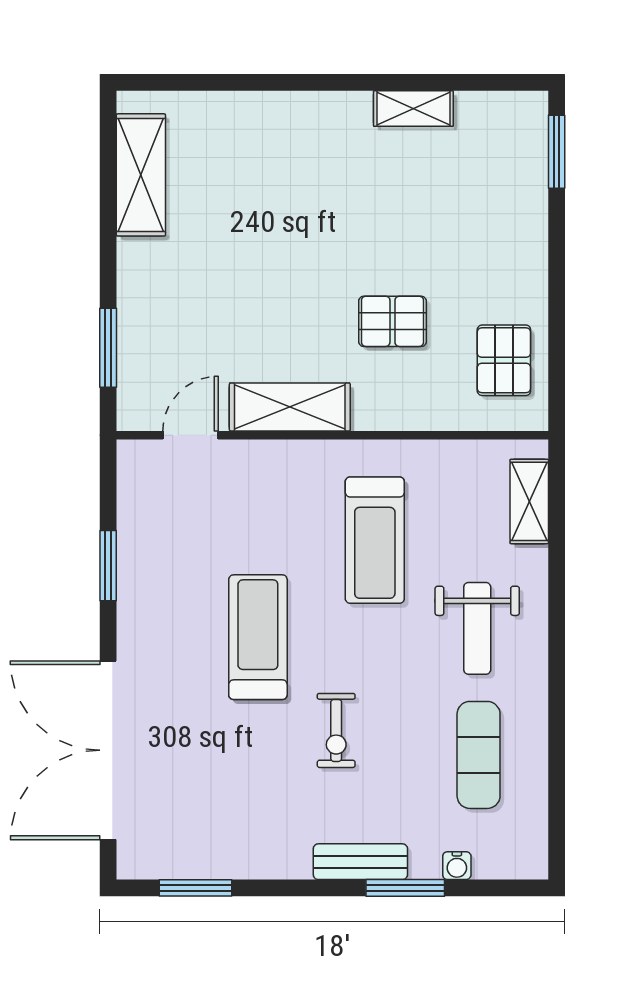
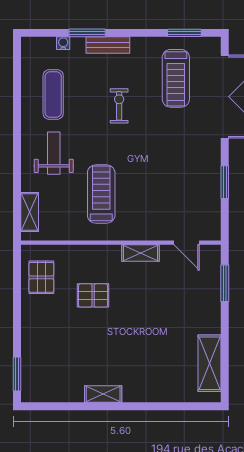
shelving: (413, 109) -> (103, 394), moved
shelving: (290, 407) -> (141, 253), width x0.67, depth x0.75
door: (191, 435) -> (187, 243), hinge flipped
treadmill: (258, 637) -> (176, 78), moved

